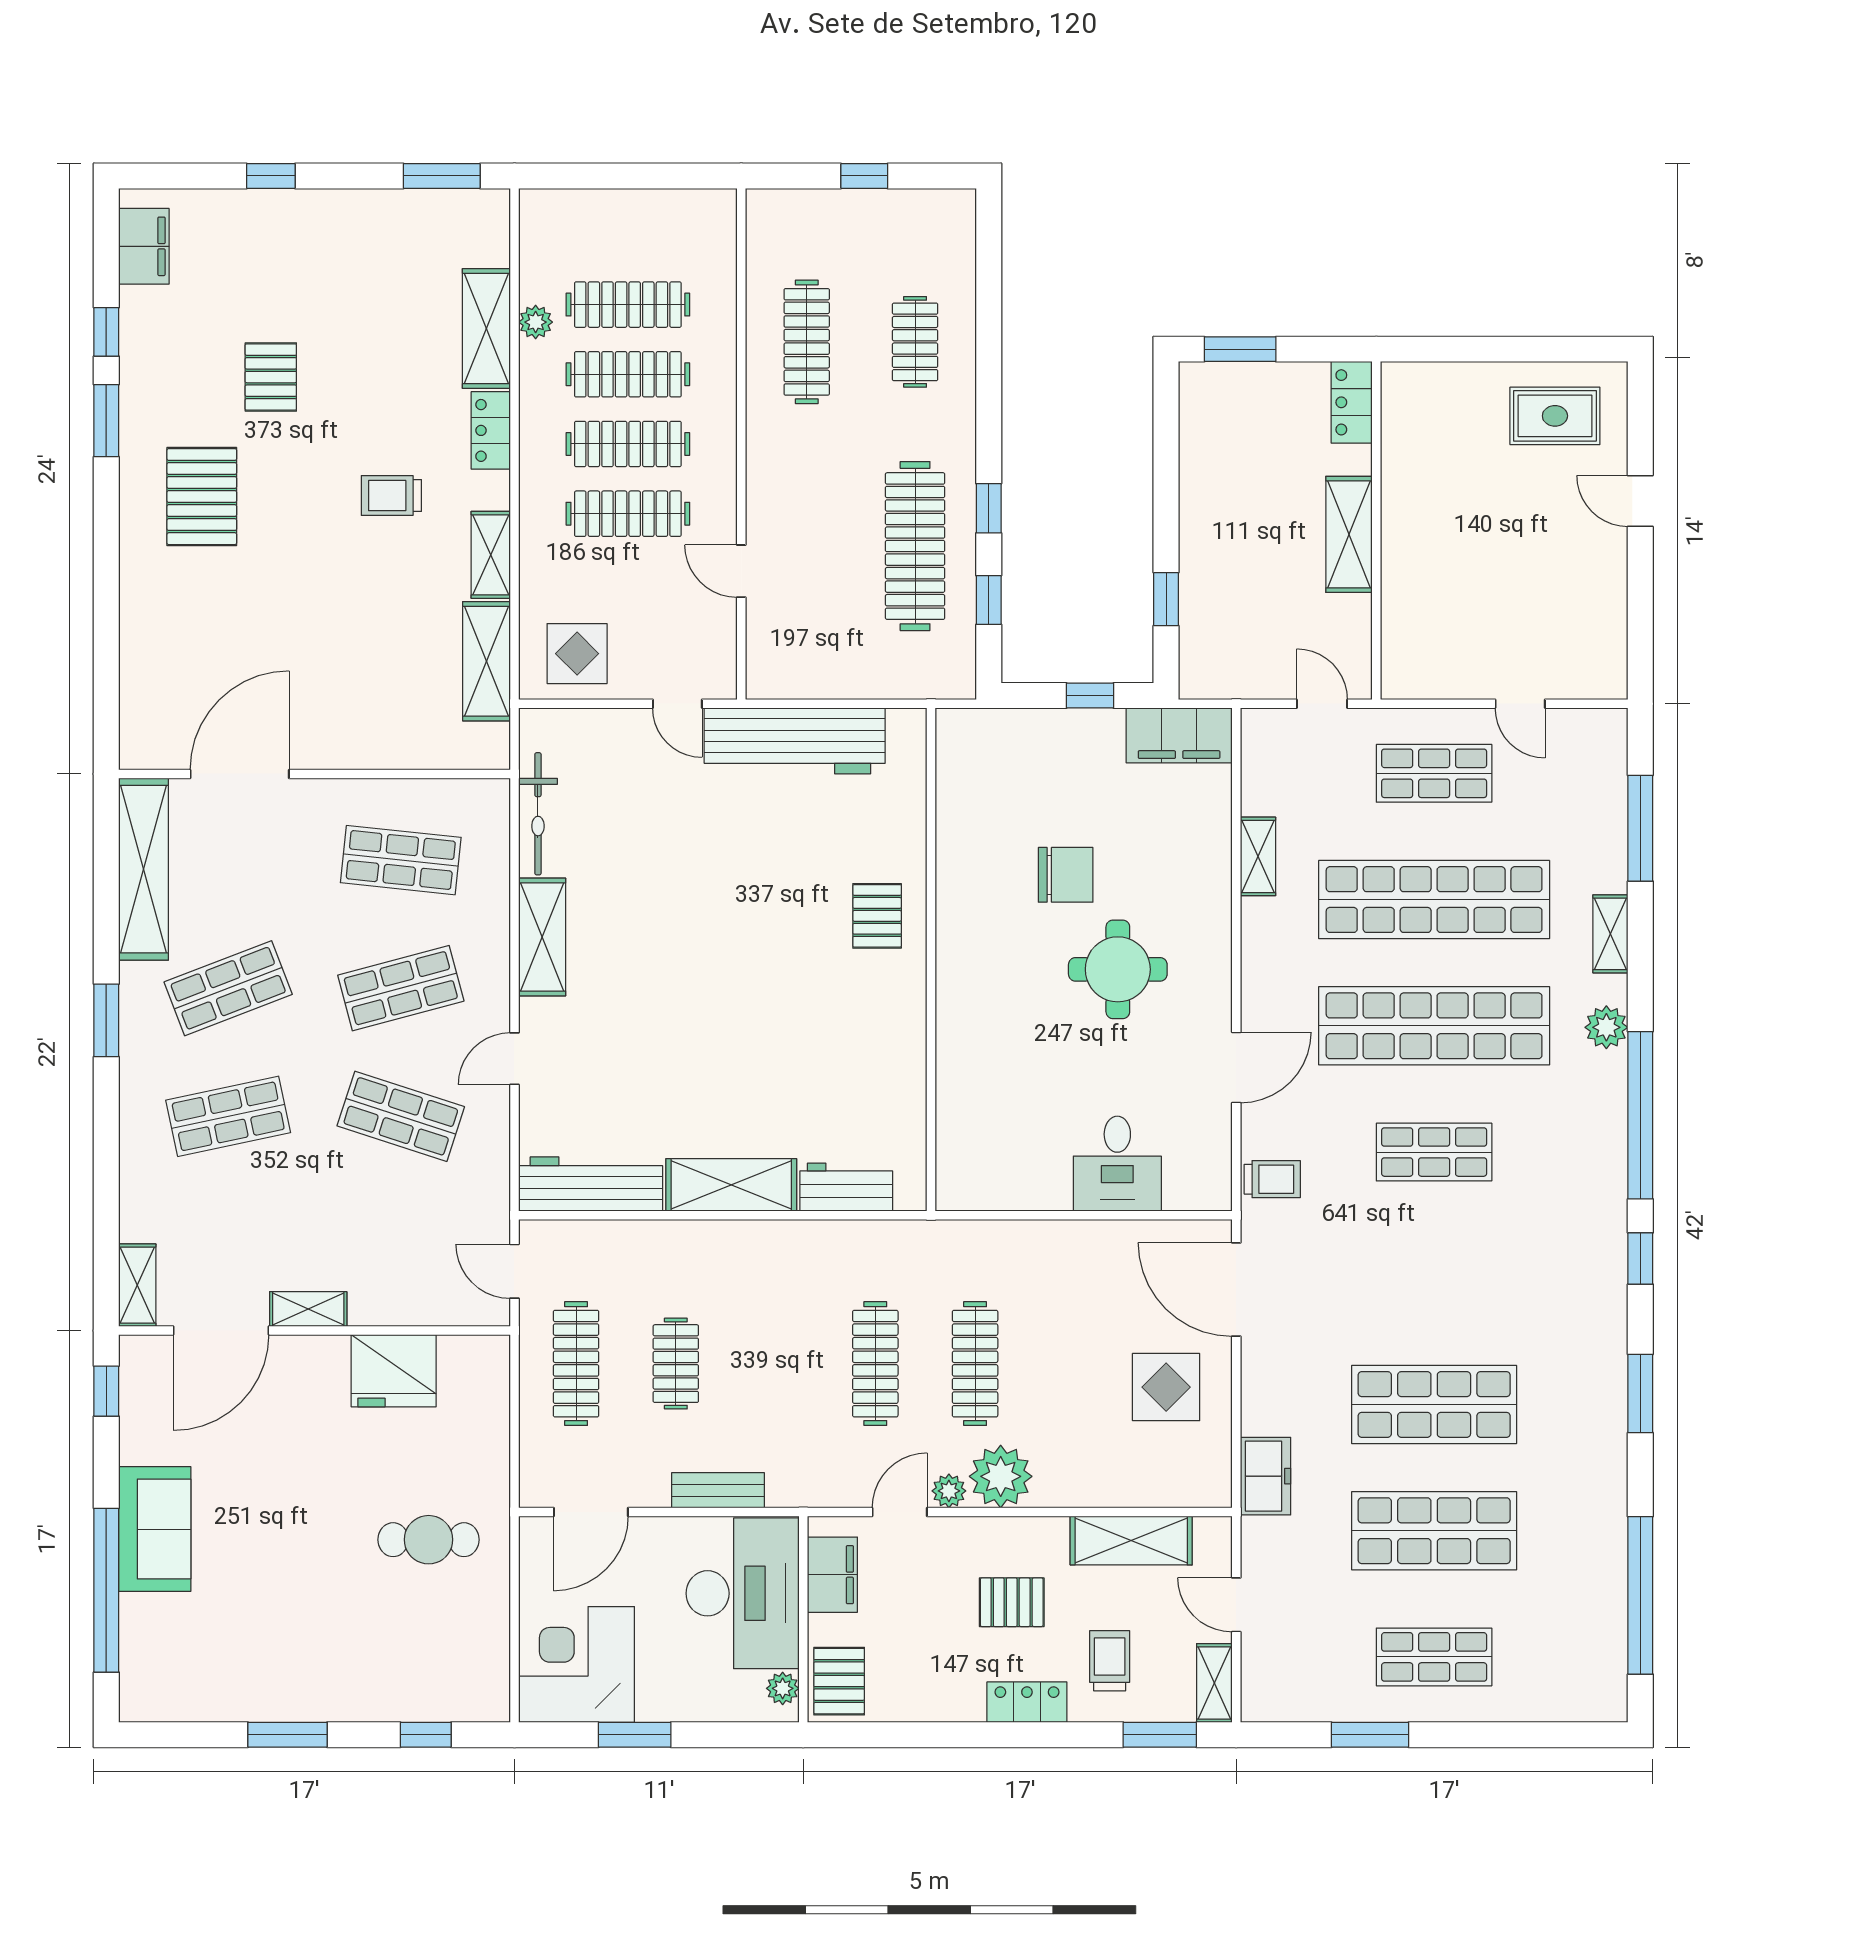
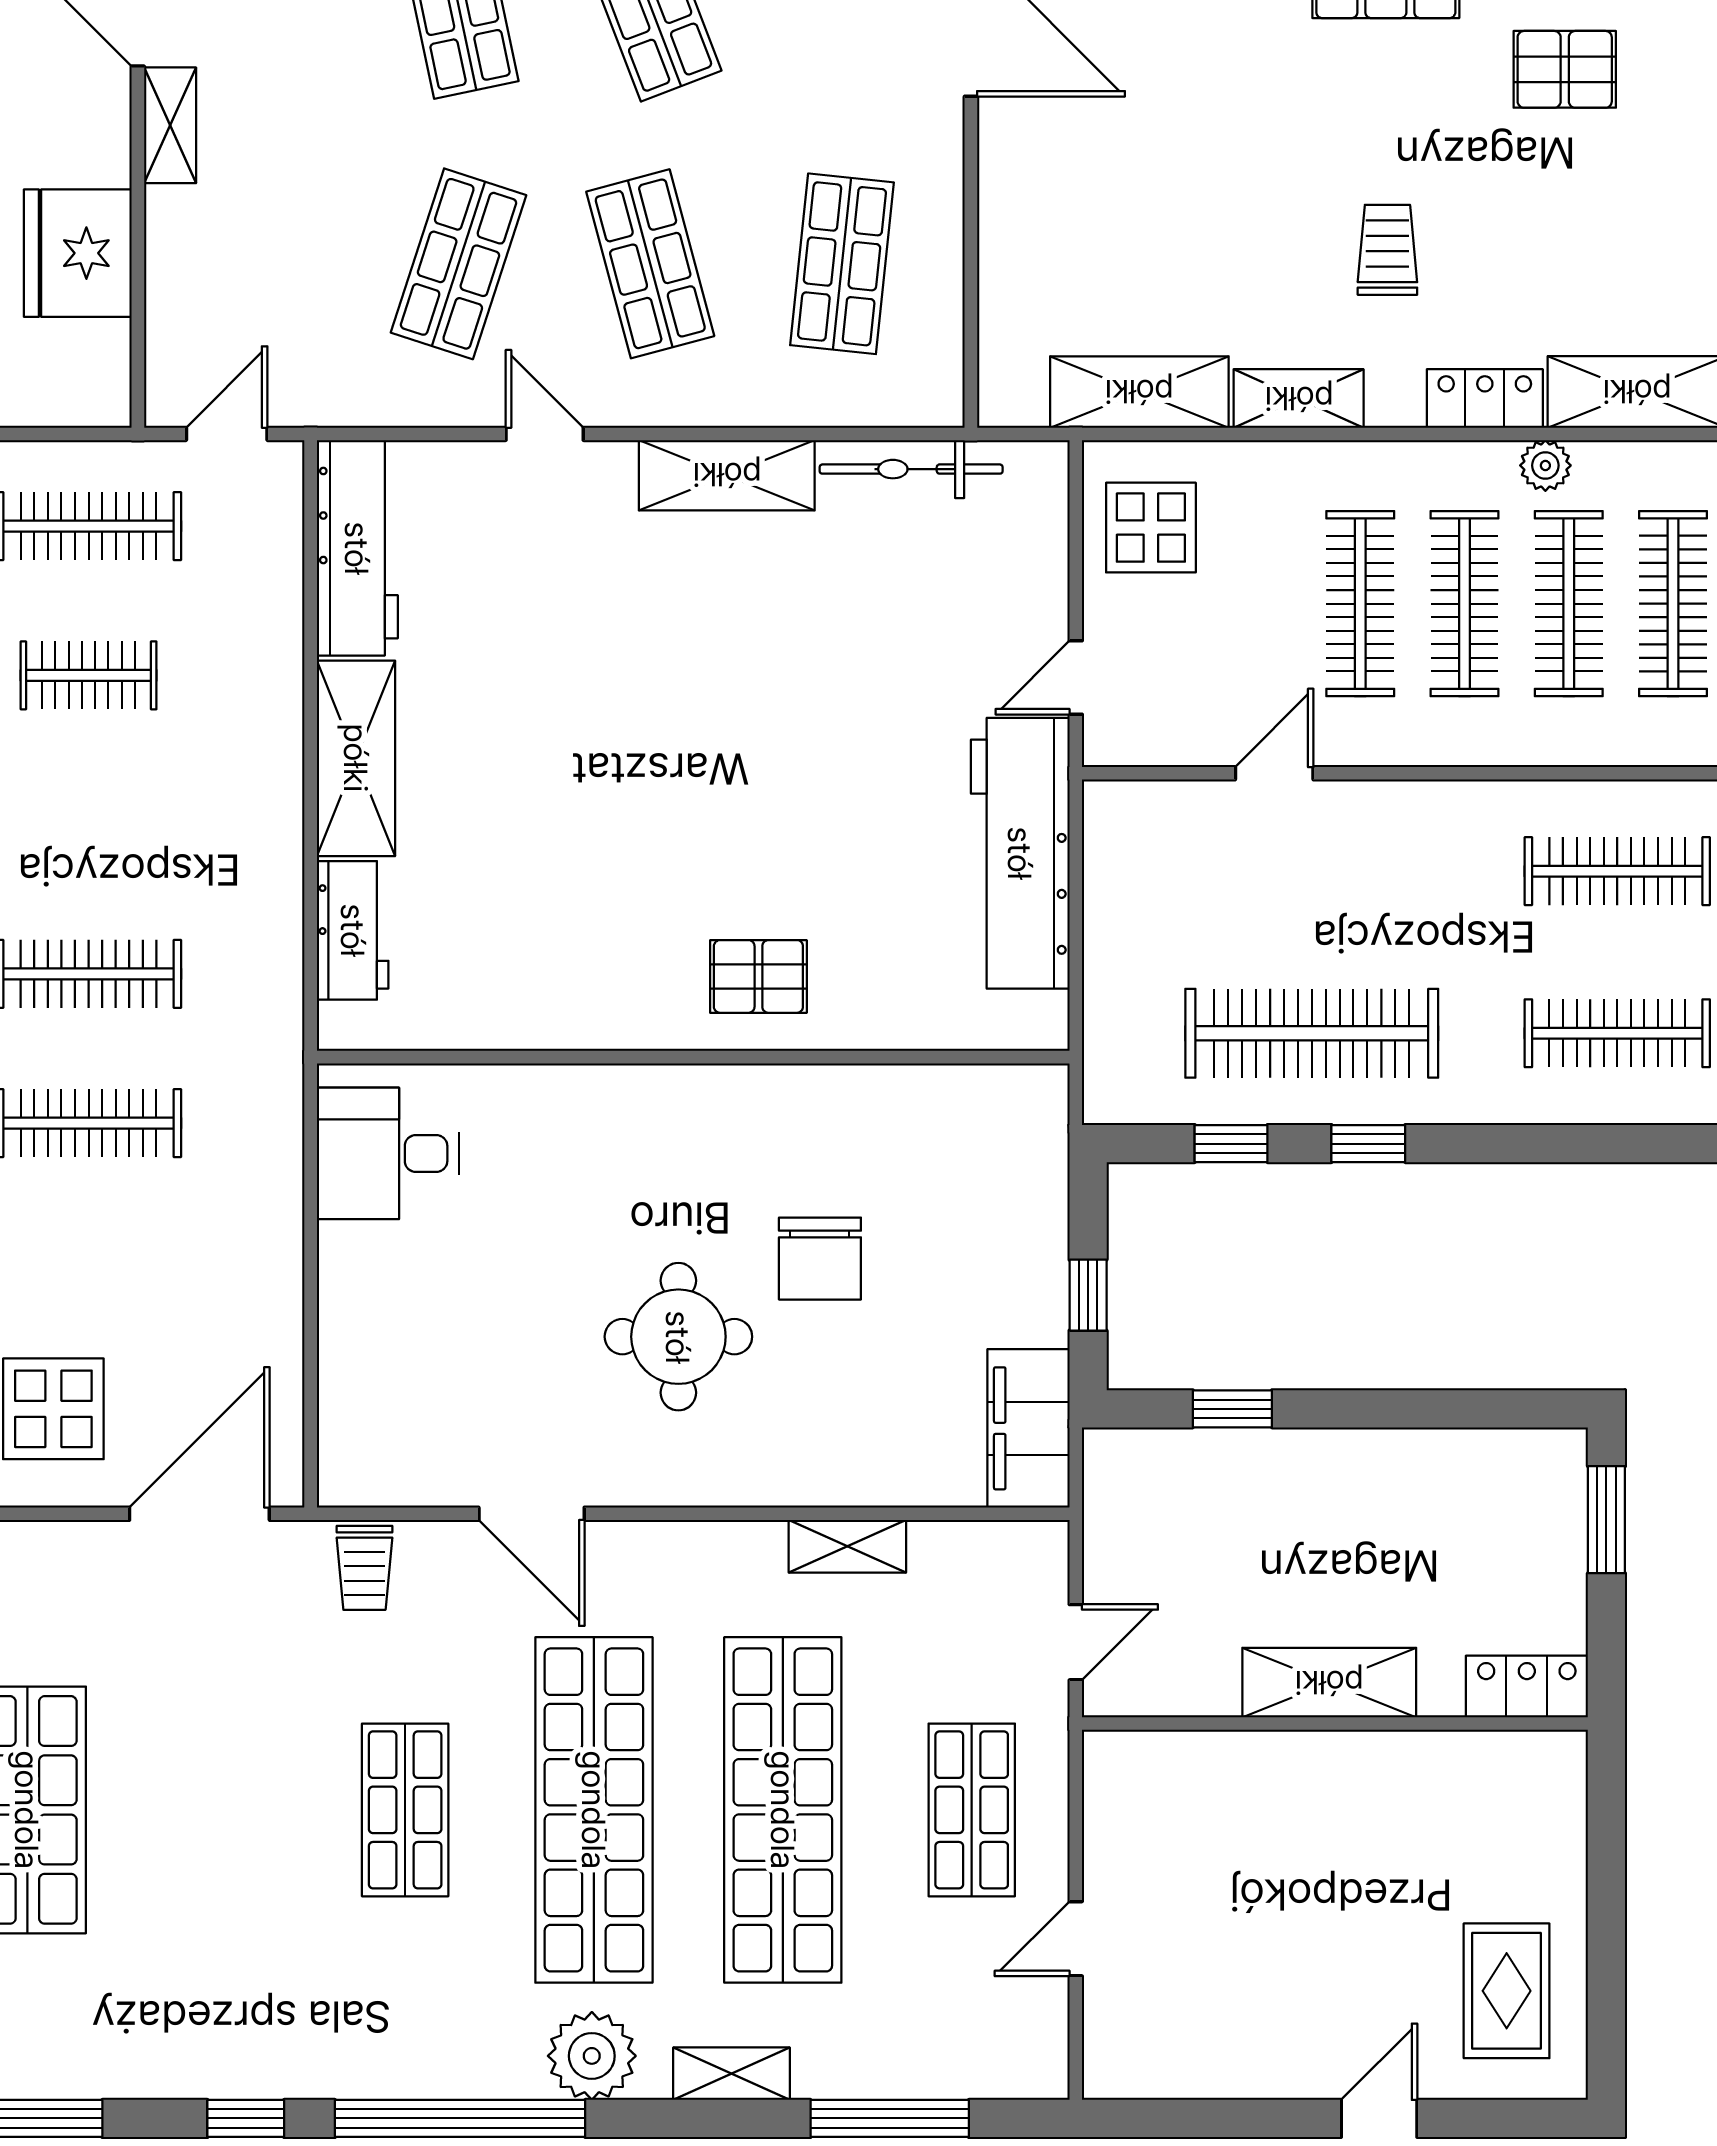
plant: (536, 322) -> (1545, 465), moved
clothes rail: (915, 342) -> (1617, 1033), width x1.36
plant: (1606, 1027) -> (592, 2056), width x1.36, depth x1.36
desk: (1117, 1164) -> (388, 1153), moved

